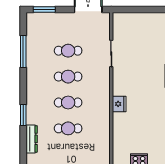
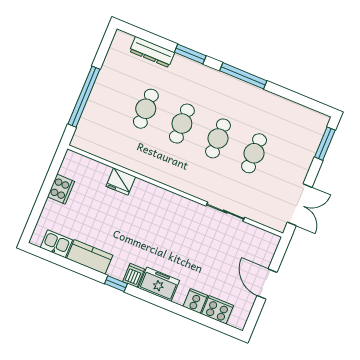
door: (145, 10) -> (267, 284), added
window: (23, 51) -> (243, 76), moved
fridge: (119, 104) -> (121, 182), moved

